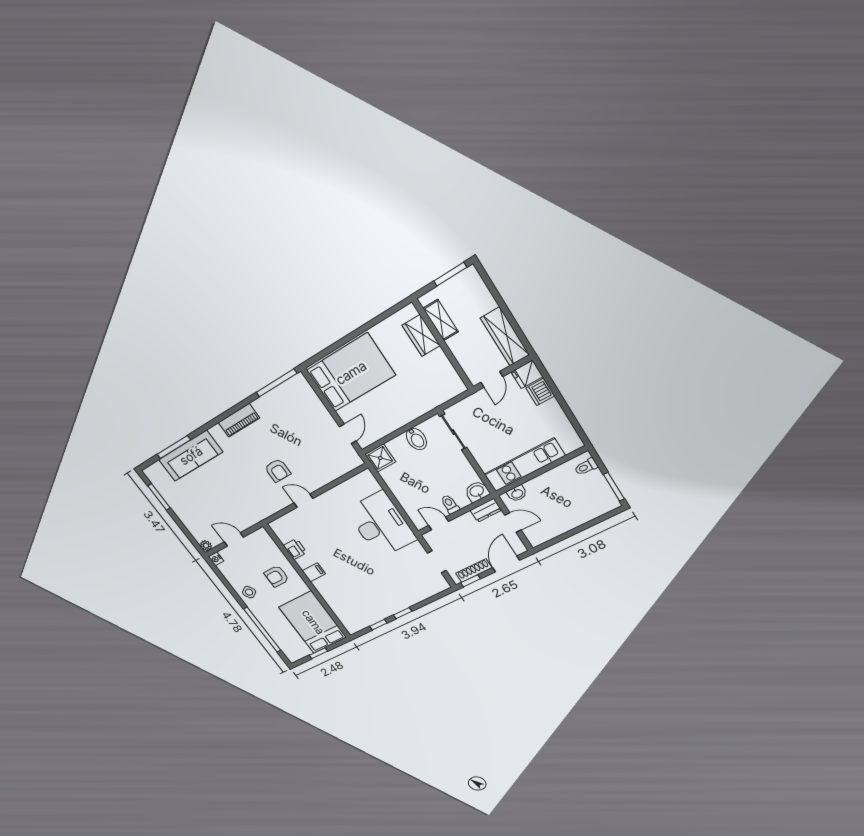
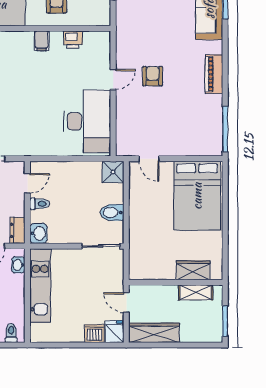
armchair: (278, 470) -> (153, 76), turned 90
desk: (381, 525) -> (87, 121), moved, turned -90

